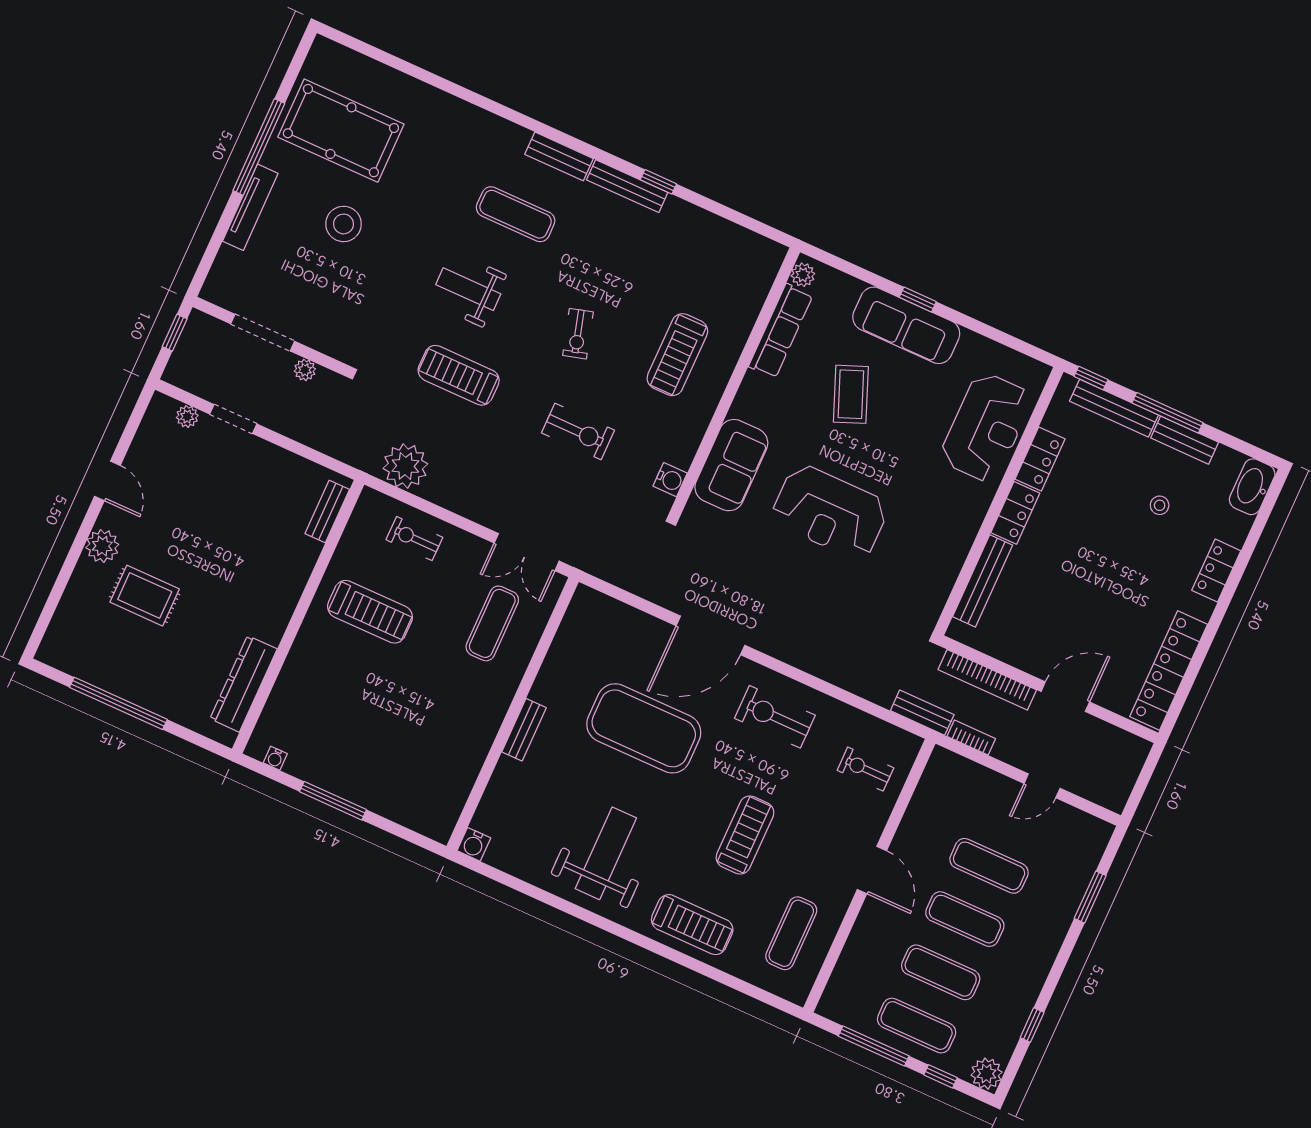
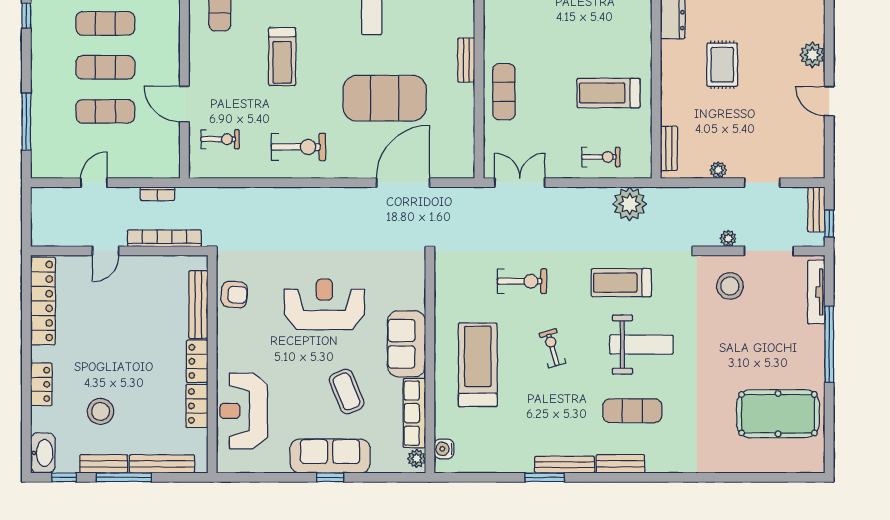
window: (259, 147) -> (829, 344), moved
window: (658, 182) -> (545, 477), width x1.50
tv unit: (250, 207) -> (816, 292), moved
stool: (343, 224) -> (730, 286), moved
weight bench: (468, 289) -> (641, 345), width x1.36, depth x1.33
treadmill: (677, 355) -> (478, 365), width x1.37, depth x1.38
treadmill: (459, 375) -> (621, 283), turned 180
window: (1091, 378) -> (64, 477), moved
plant: (187, 417) -> (718, 170), moved
exercise bike: (578, 432) -> (522, 281), turned 180
sofa: (731, 465) -> (406, 344), moved
water cooler: (670, 480) -> (444, 449), moved
stool: (1160, 505) -> (101, 411), width x1.89, depth x1.89
armchair: (934, 573) -> (234, 295), added
rug: (145, 596) -> (722, 65), moved, turned 90
exercise mat: (492, 623) -> (504, 92), moved
door: (711, 635) -> (403, 183), moved
door: (1065, 697) -> (106, 251), width x0.73
bench: (922, 713) -> (816, 209), moved, turned 90
door: (872, 870) -> (184, 104), moved
window: (1090, 897) -> (26, 121), width x1.44

